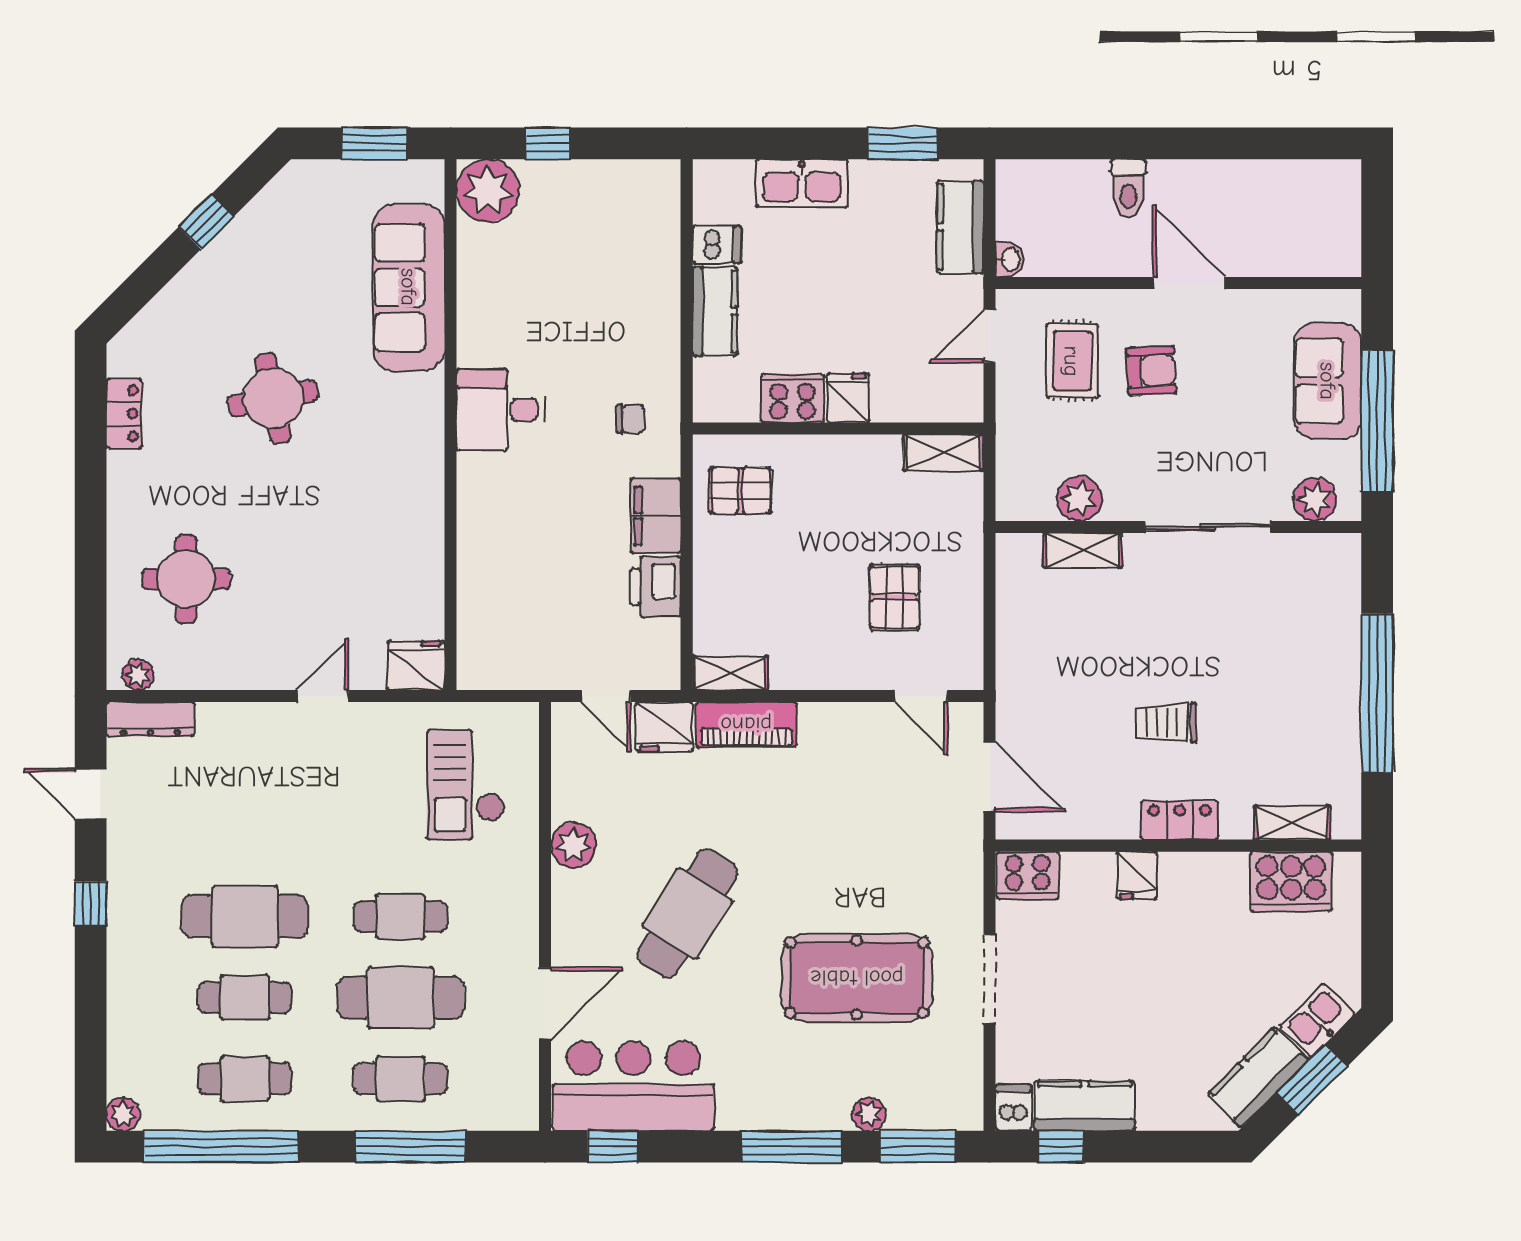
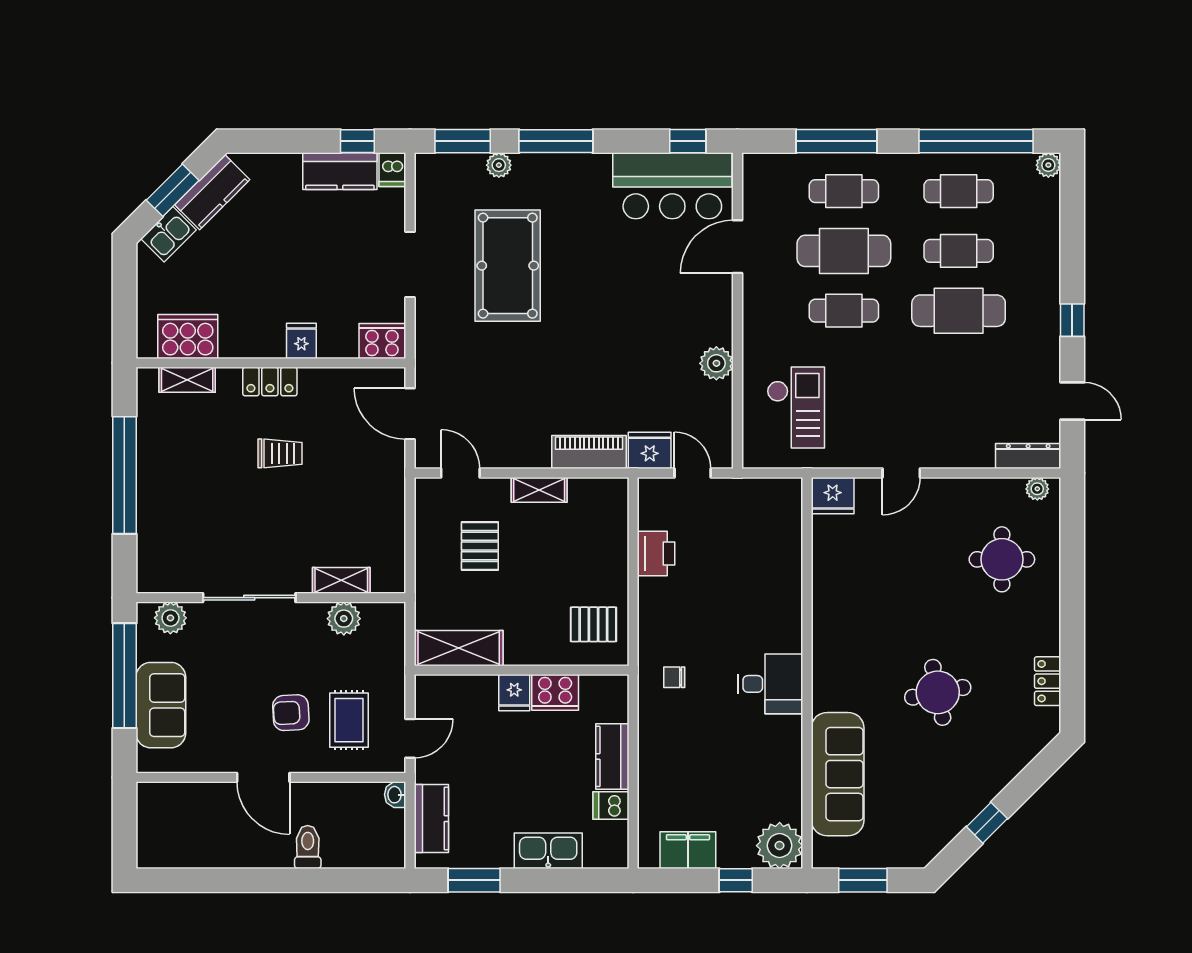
shelving: (944, 453) -> (459, 648), width x1.50, depth x1.33
filing cabinet: (656, 516) -> (688, 850), moved, turned -90
shelving: (730, 673) -> (539, 490), moved
cafe table: (687, 913) -> (633, 313), removed
pool table: (857, 978) -> (508, 266), turned 90

